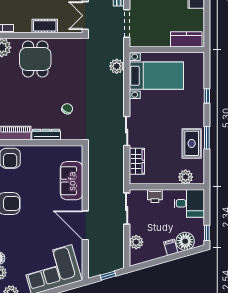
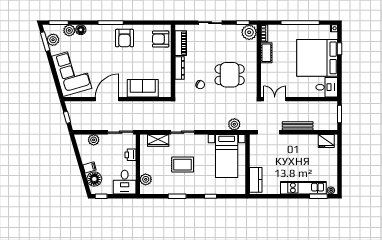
cot: (45, 26) -> (266, 53), moved
dining table: (35, 59) -> (230, 75), moved
rug: (192, 143) -> (183, 165), moved

